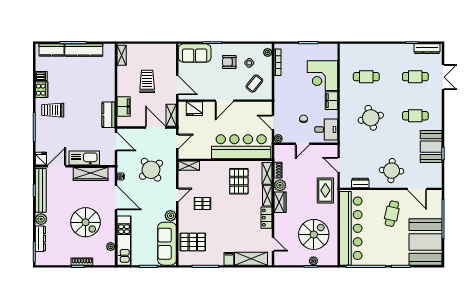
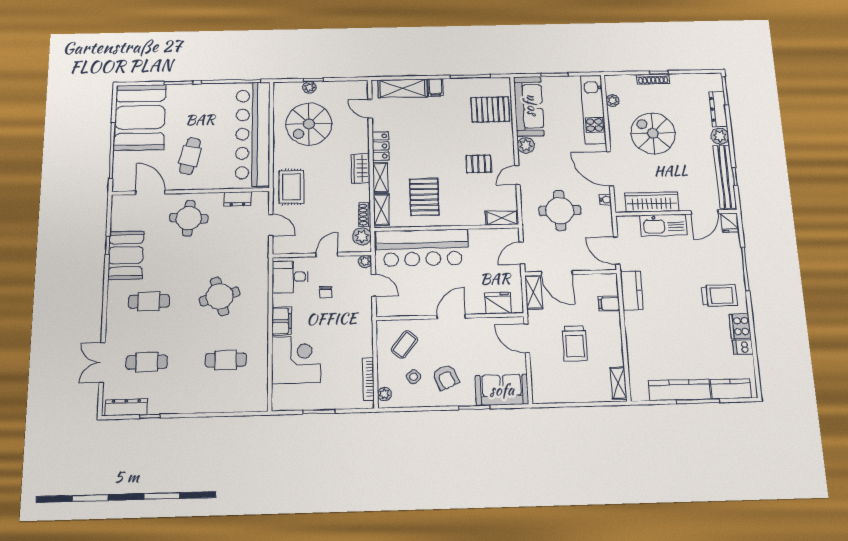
armchair: (229, 62) -> (446, 377), turned 67
filing cabinet: (124, 106) -> (609, 304), width x0.50
round table: (151, 170) -> (560, 211), turned 38
plant: (280, 185) -> (362, 236), moved

